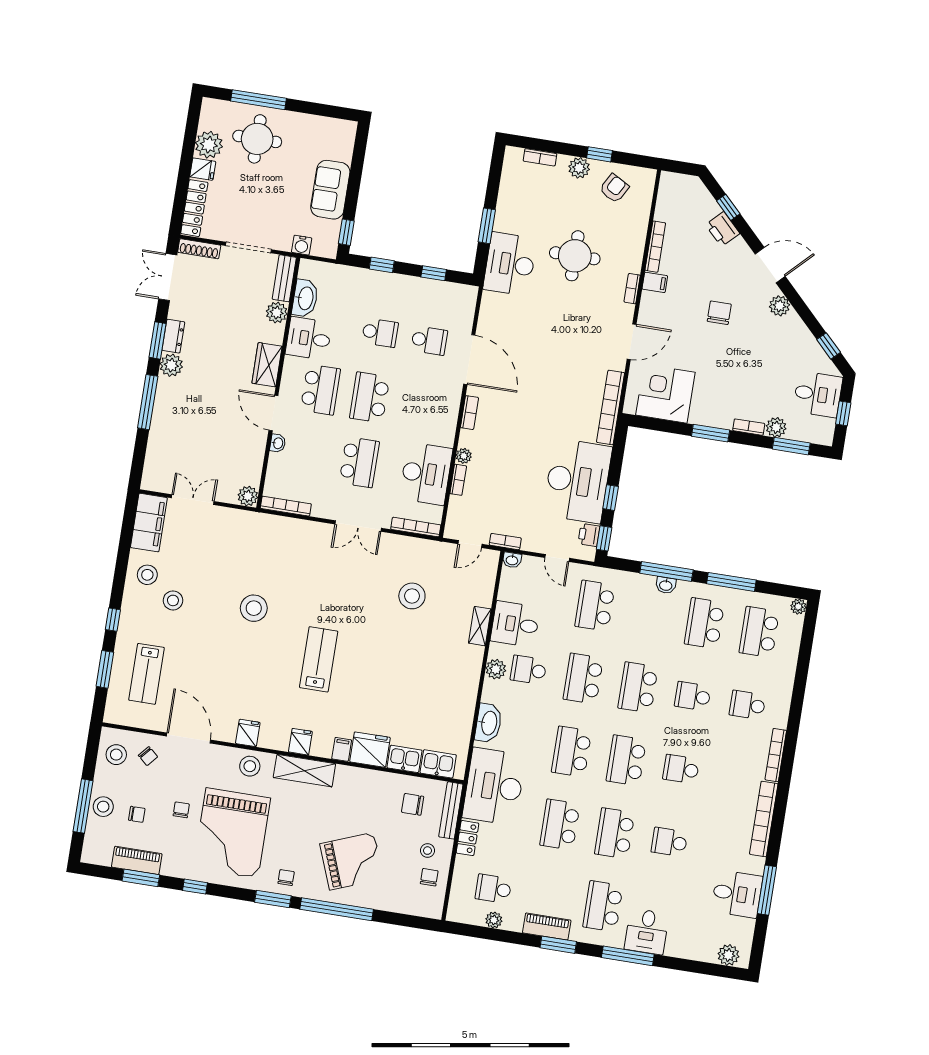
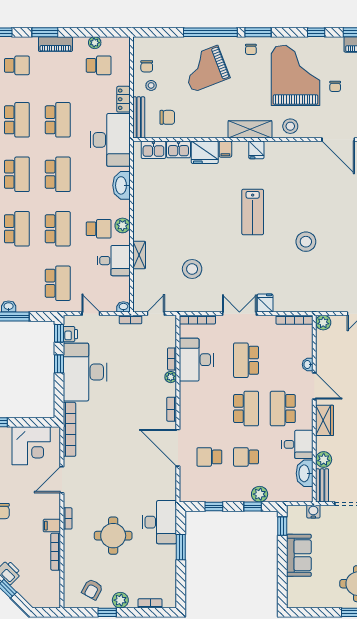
plant: (370, 280) -> (260, 494), added
fridge: (248, 733) -> (265, 303), moved, turned 180
school desk: (603, 906) -> (17, 65), width x0.54

